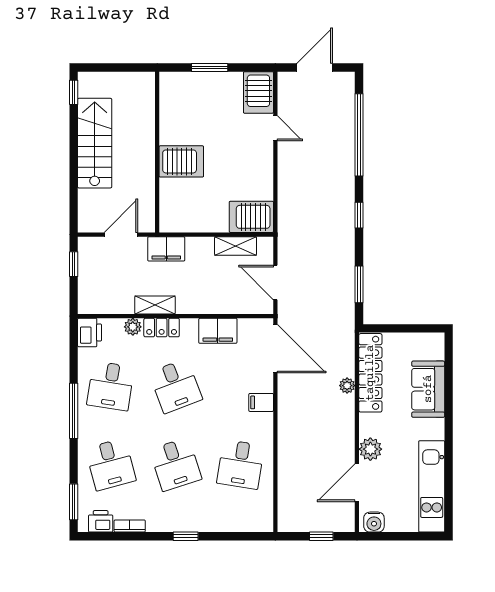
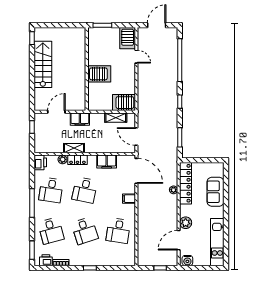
wall: (157, 152) -> (87, 69), moved
server rack: (181, 161) -> (99, 74), moved
desk: (176, 386) -> (85, 190), turned 33

